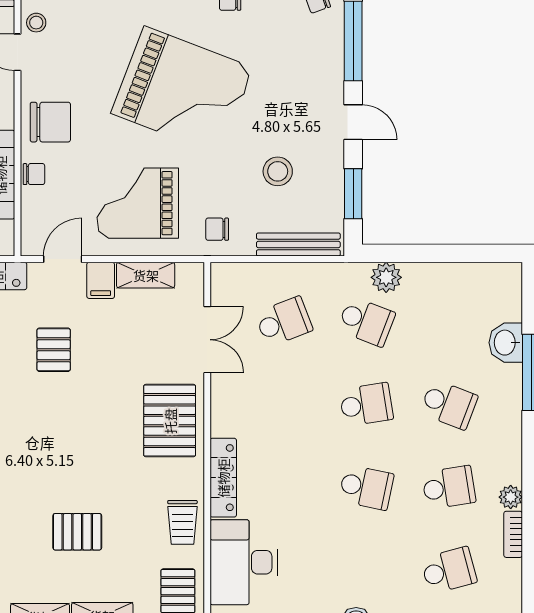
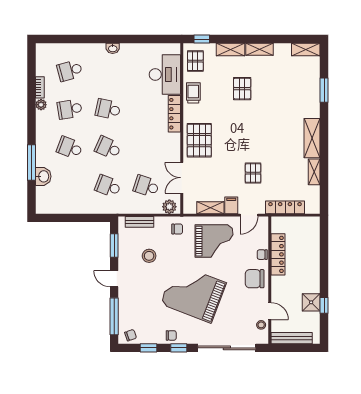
bench: (298, 244) -> (139, 222), width x0.73
plant: (386, 277) -> (169, 207), moved
school desk: (284, 322) -> (146, 186), turned 39
school desk: (366, 404) -> (108, 148), turned 33
pallet: (77, 532) -> (242, 89), turned 90

